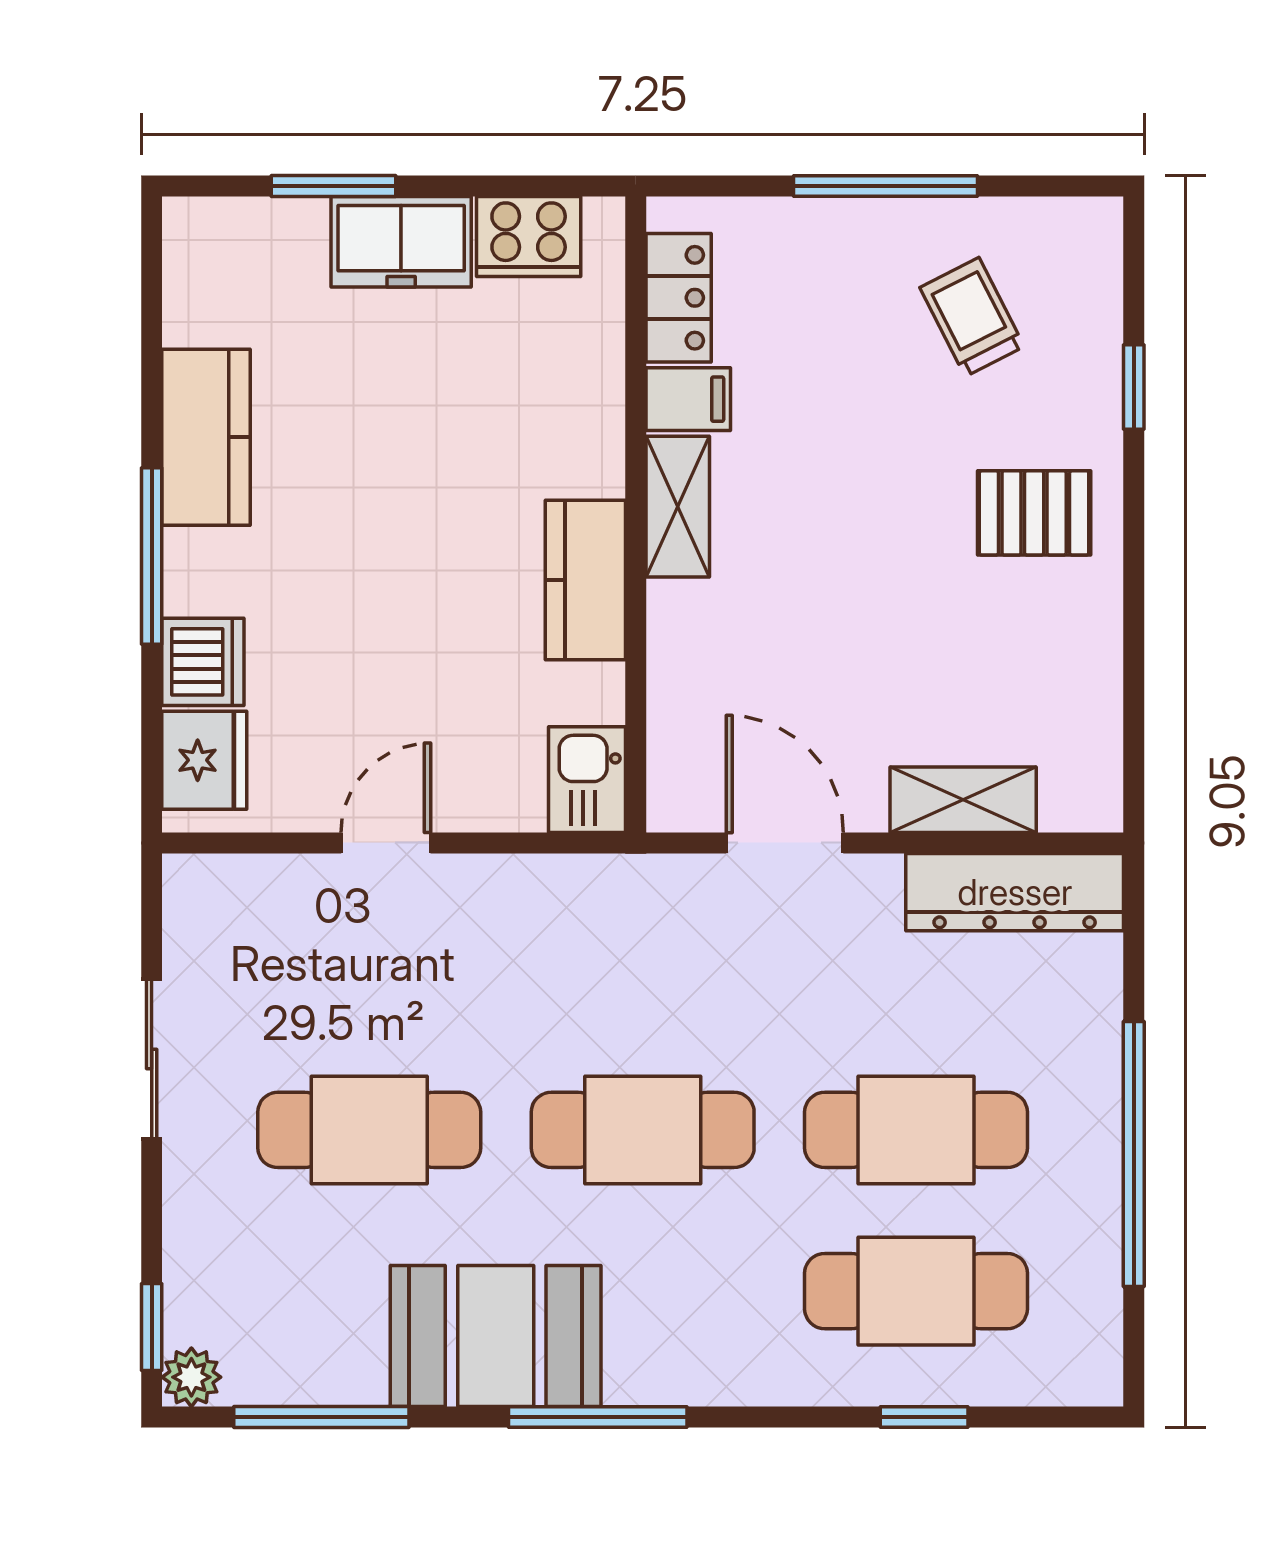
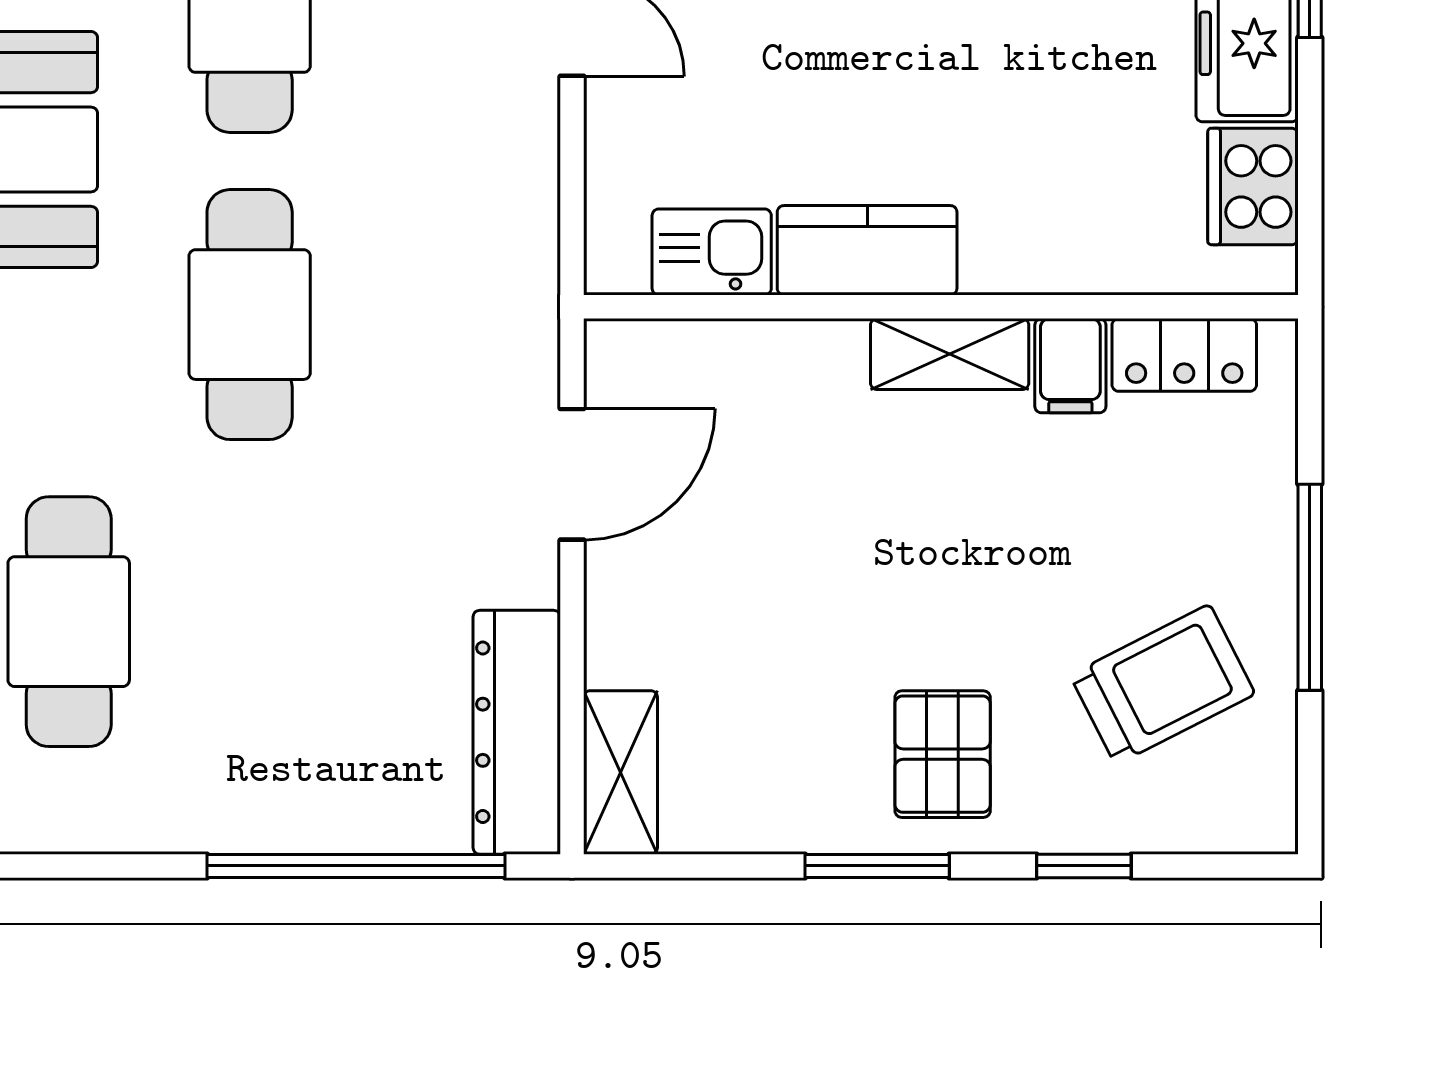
trolley: (972, 317) -> (1163, 684), width x1.36, depth x1.39
window: (1134, 571) -> (877, 866), added
kitchen sink: (587, 780) -> (712, 252), moved
shelving: (963, 800) -> (620, 772), moved
cafe table: (916, 1130) -> (250, 622), removed
window: (1134, 1154) -> (356, 866), moved

